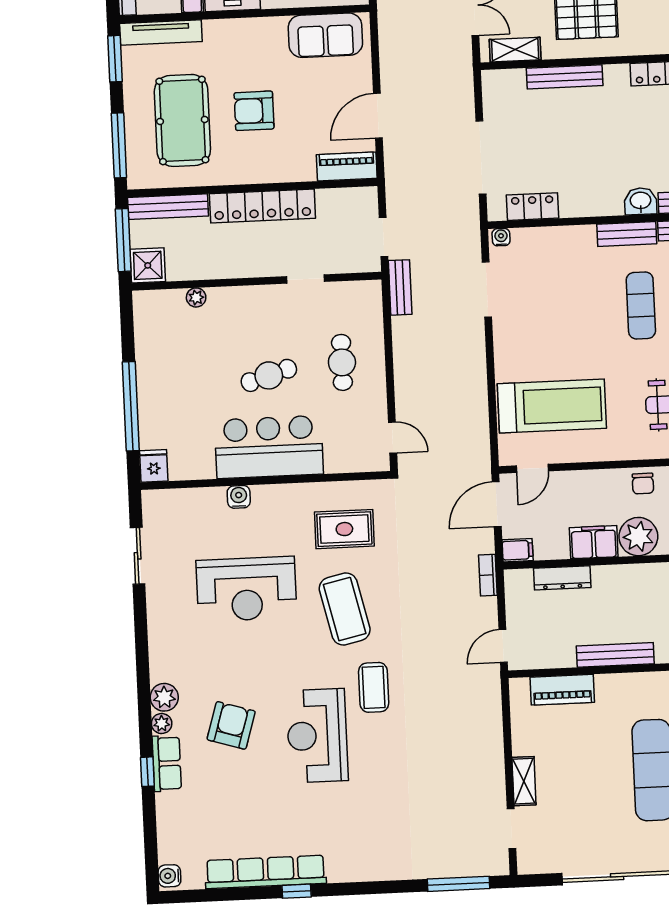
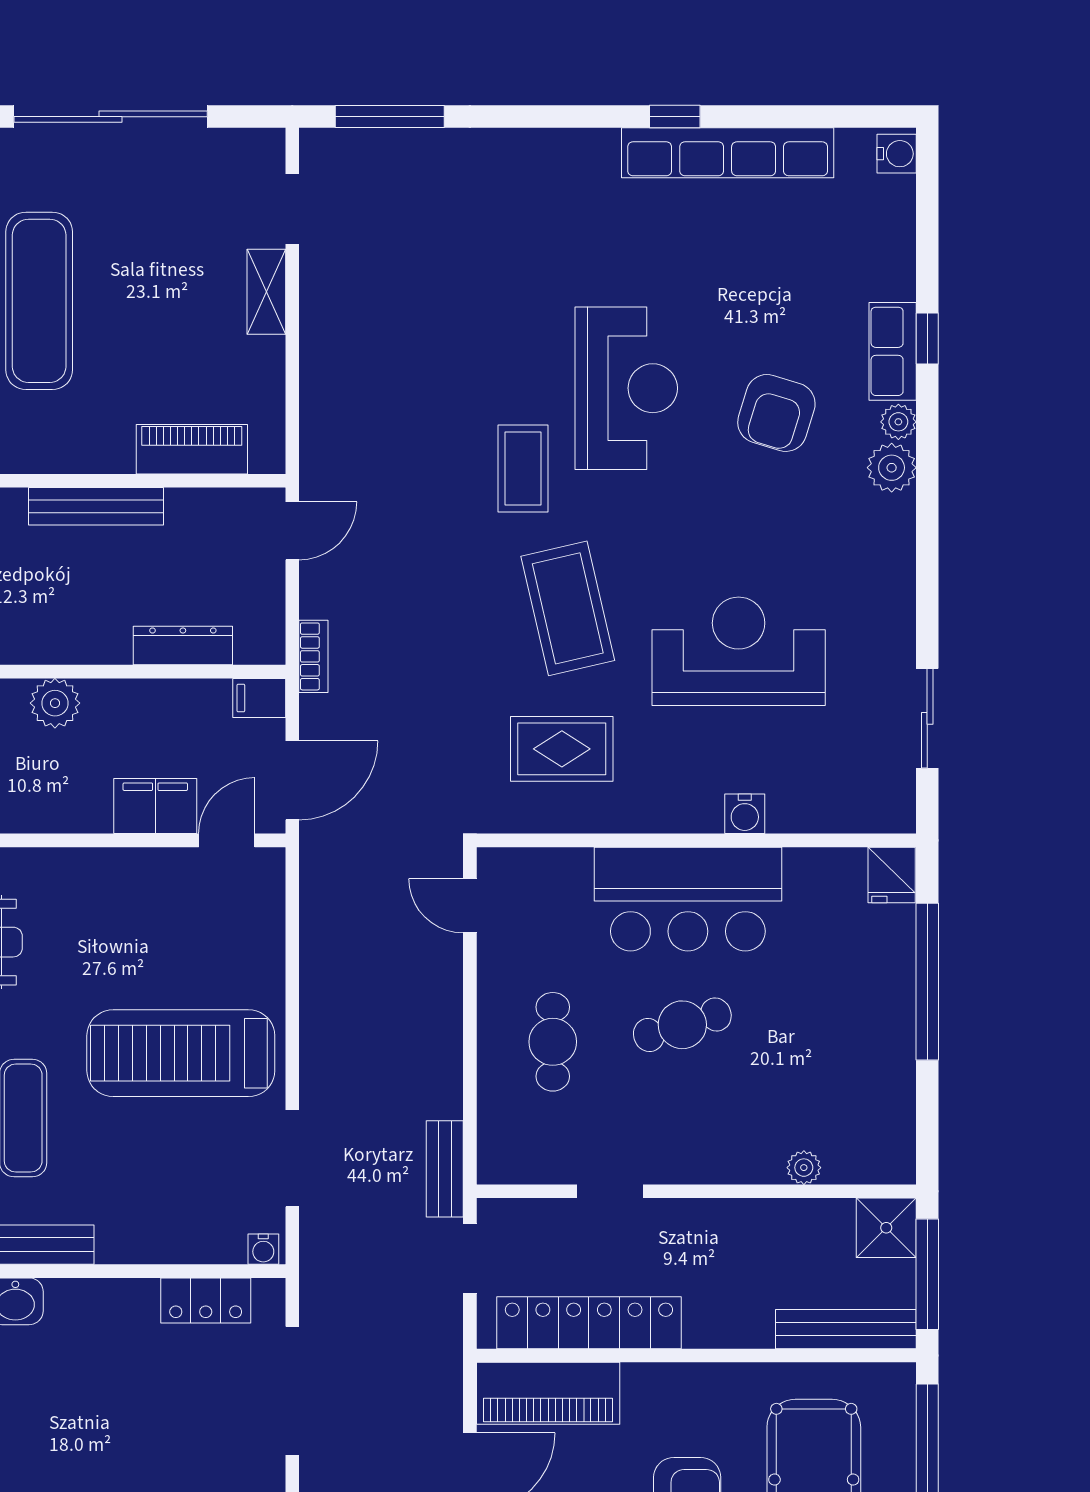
piano: (347, 167) -> (548, 1393), width x1.37, depth x1.33
locker: (262, 206) -> (589, 1323), moved
treadmill: (552, 406) -> (181, 1053), moved
chair: (643, 484) -> (34, 805), removed
plant: (638, 537) -> (55, 703), width x0.73, depth x0.73
filing cabinet: (594, 542) -> (155, 806), moved, turned 180

